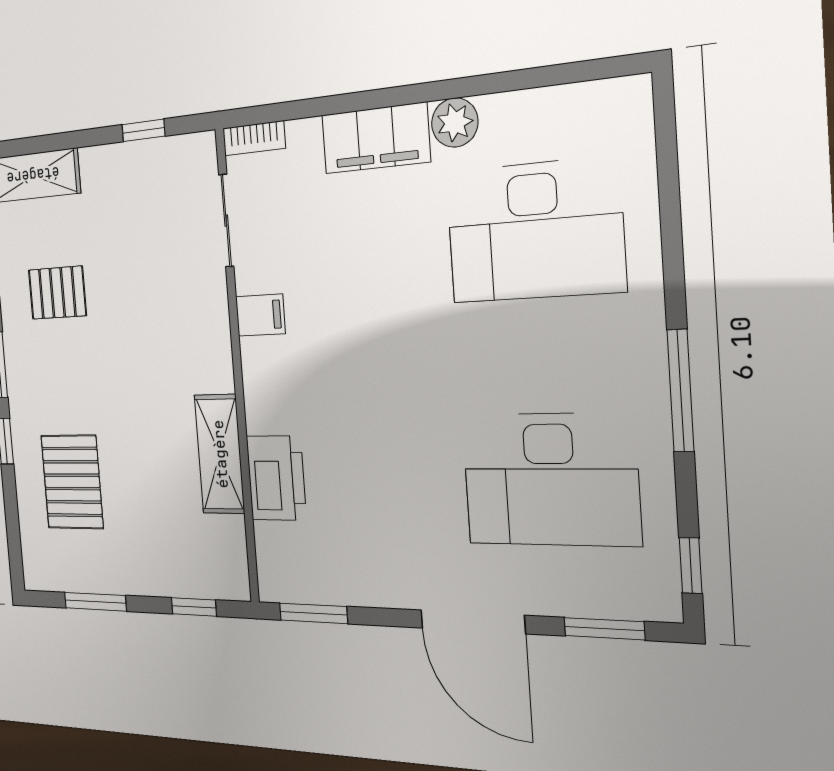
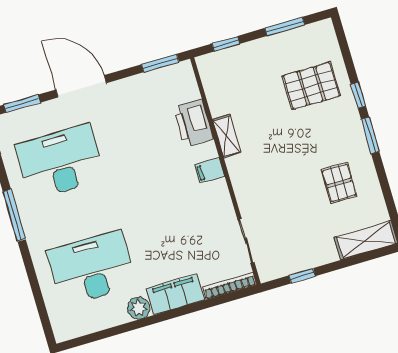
bookcase: (254, 138) -> (230, 286), width x1.56
pallet: (57, 293) -> (339, 183), turned 90
filing cabinet: (260, 315) -> (209, 171), moved
shelving: (220, 454) -> (227, 136), width x0.67, depth x0.75
pallet: (72, 482) -> (311, 86), turned 90

